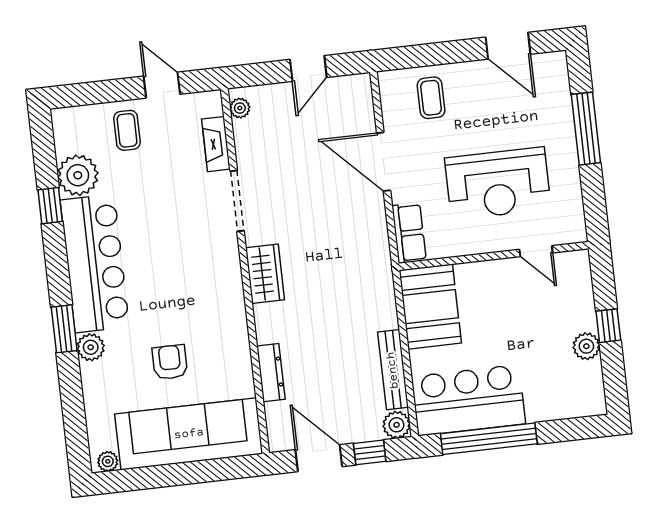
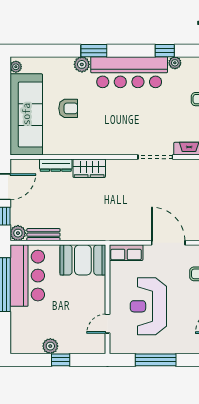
window: (586, 129) -> (156, 360), moved
door: (384, 162) -> (168, 243), hinge flipped
plant: (78, 175) -> (175, 63), width x0.53, depth x0.53
wardrobe: (265, 274) -> (89, 168), moved
bench: (393, 370) -> (43, 235), width x0.73

